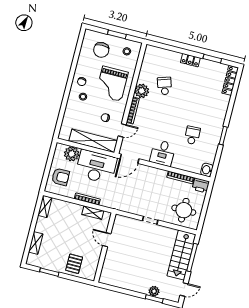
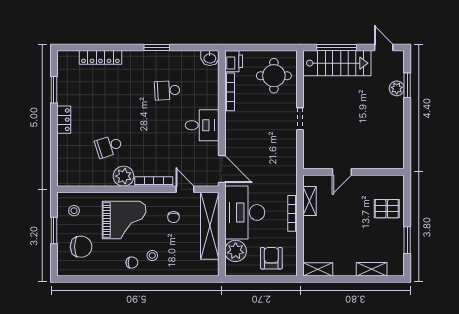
locker: (230, 81) -> (100, 57), moved

